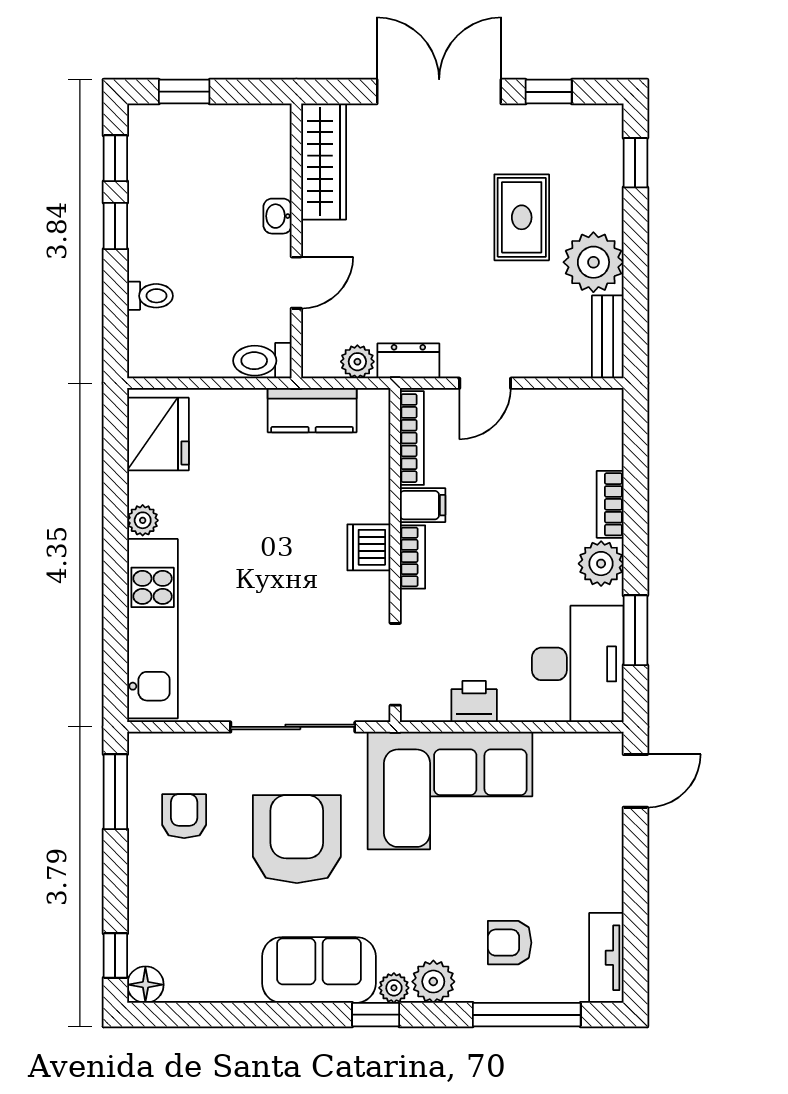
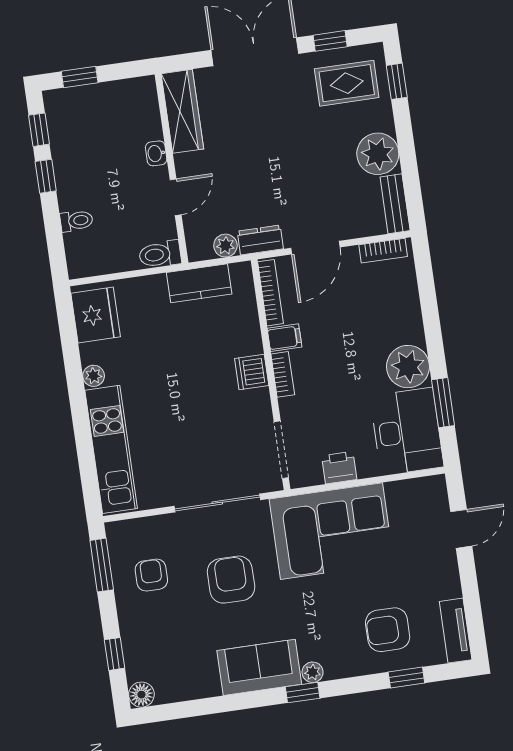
rug: (522, 217) -> (347, 83), moved, turned 90
door: (485, 383) -> (315, 248), width x1.38
bookcase: (610, 504) -> (383, 251), moved, turned -90
plant: (601, 564) -> (408, 367), width x1.36, depth x1.36
door: (635, 781) -> (461, 529), moved
armchair: (297, 839) -> (231, 580), width x0.73, depth x0.73
armchair: (510, 943) -> (388, 630), width x1.38, depth x1.38
window: (115, 956) -> (114, 654), moved
plant: (433, 982) -> (339, 664), removed
window: (527, 1015) -> (406, 678), width x0.46

